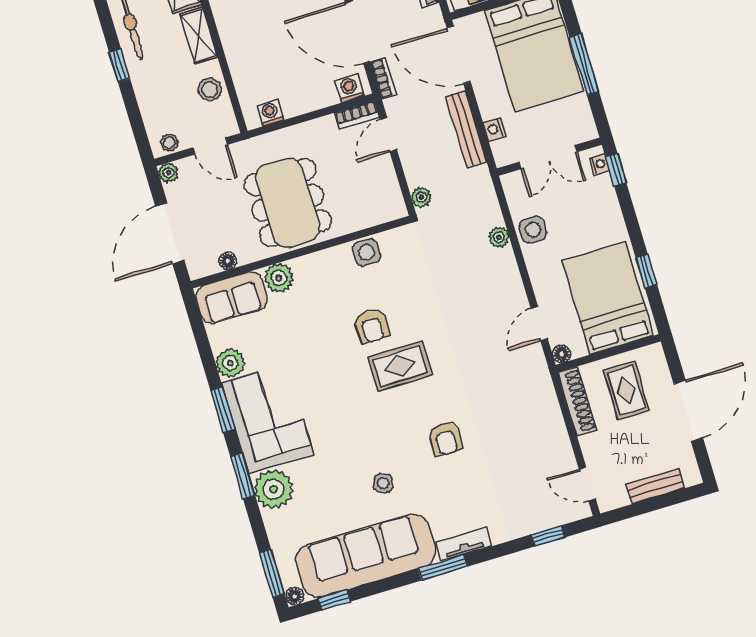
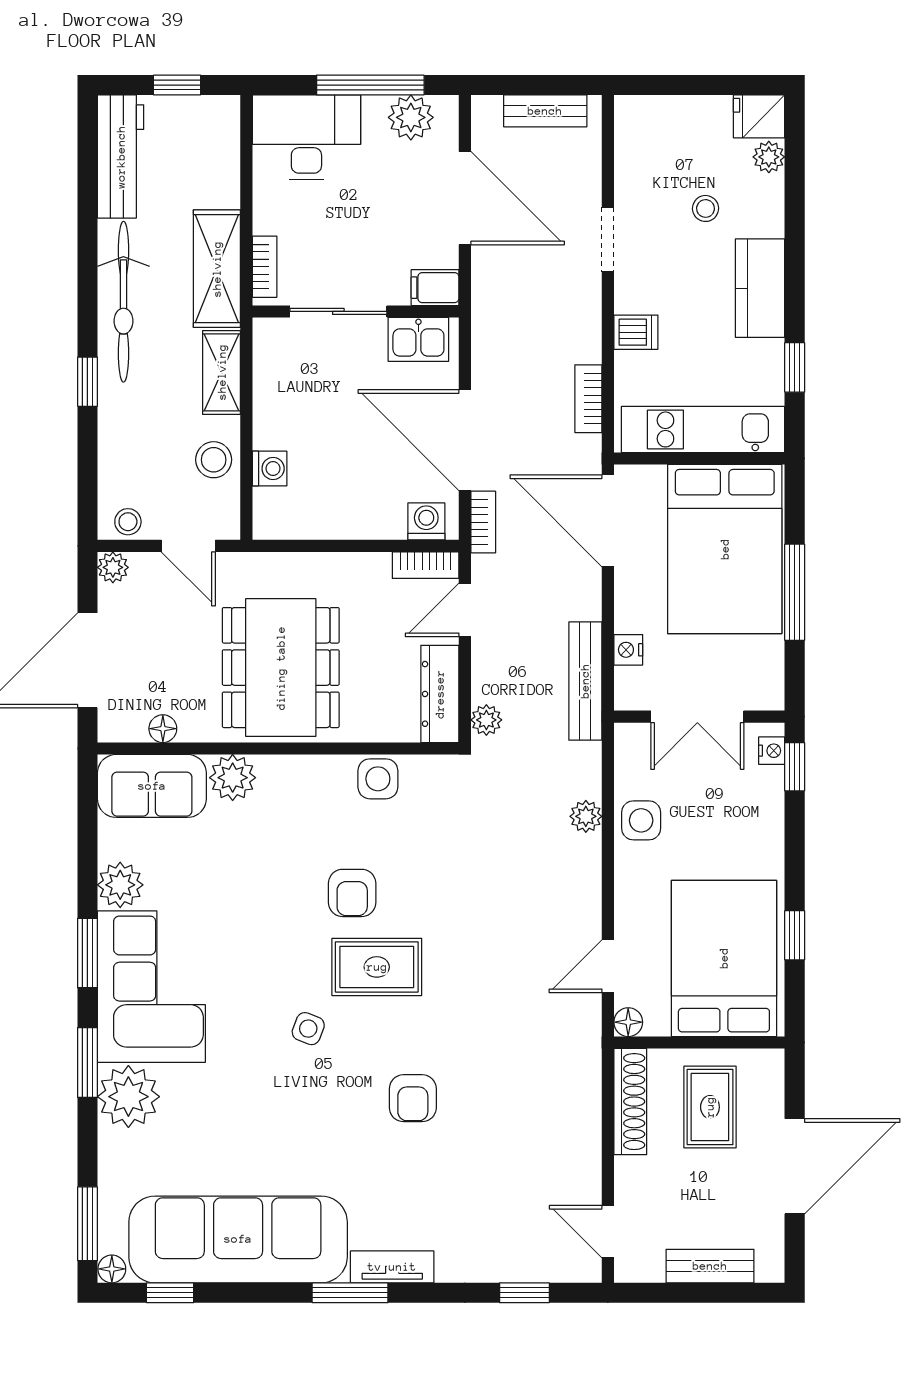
washing machine: (270, 113) -> (270, 469), moved, turned 90
bench: (466, 129) -> (585, 681), moved
dresser: (389, 190) -> (440, 694), added
side table: (383, 483) -> (308, 1029), moved

